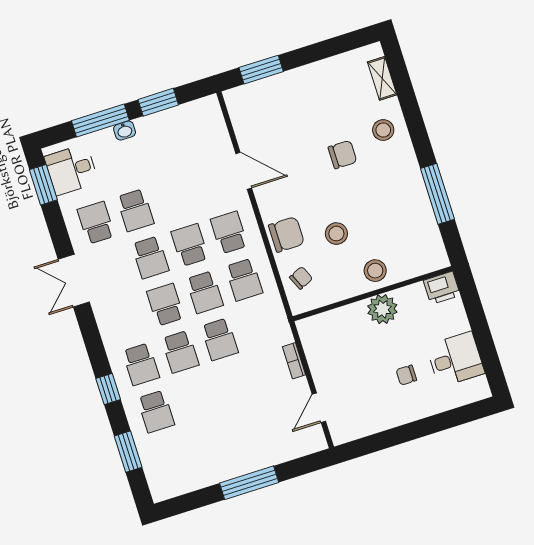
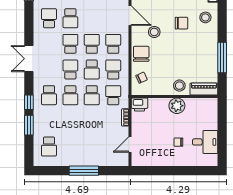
chair: (286, 234) -> (141, 54), turned -90
stool: (336, 234) -> (154, 32), moved
school desk: (150, 257) -> (70, 44), turned 180
piano: (422, 263) -> (204, 89), added
school desk: (244, 280) -> (113, 70), turned 180
double door: (74, 281) -> (29, 59), moved
printer: (442, 288) -> (139, 105), moved
school desk: (259, 327) -> (113, 95), added
school desk: (156, 412) -> (49, 147), moved
window: (128, 452) -> (29, 125), moved

